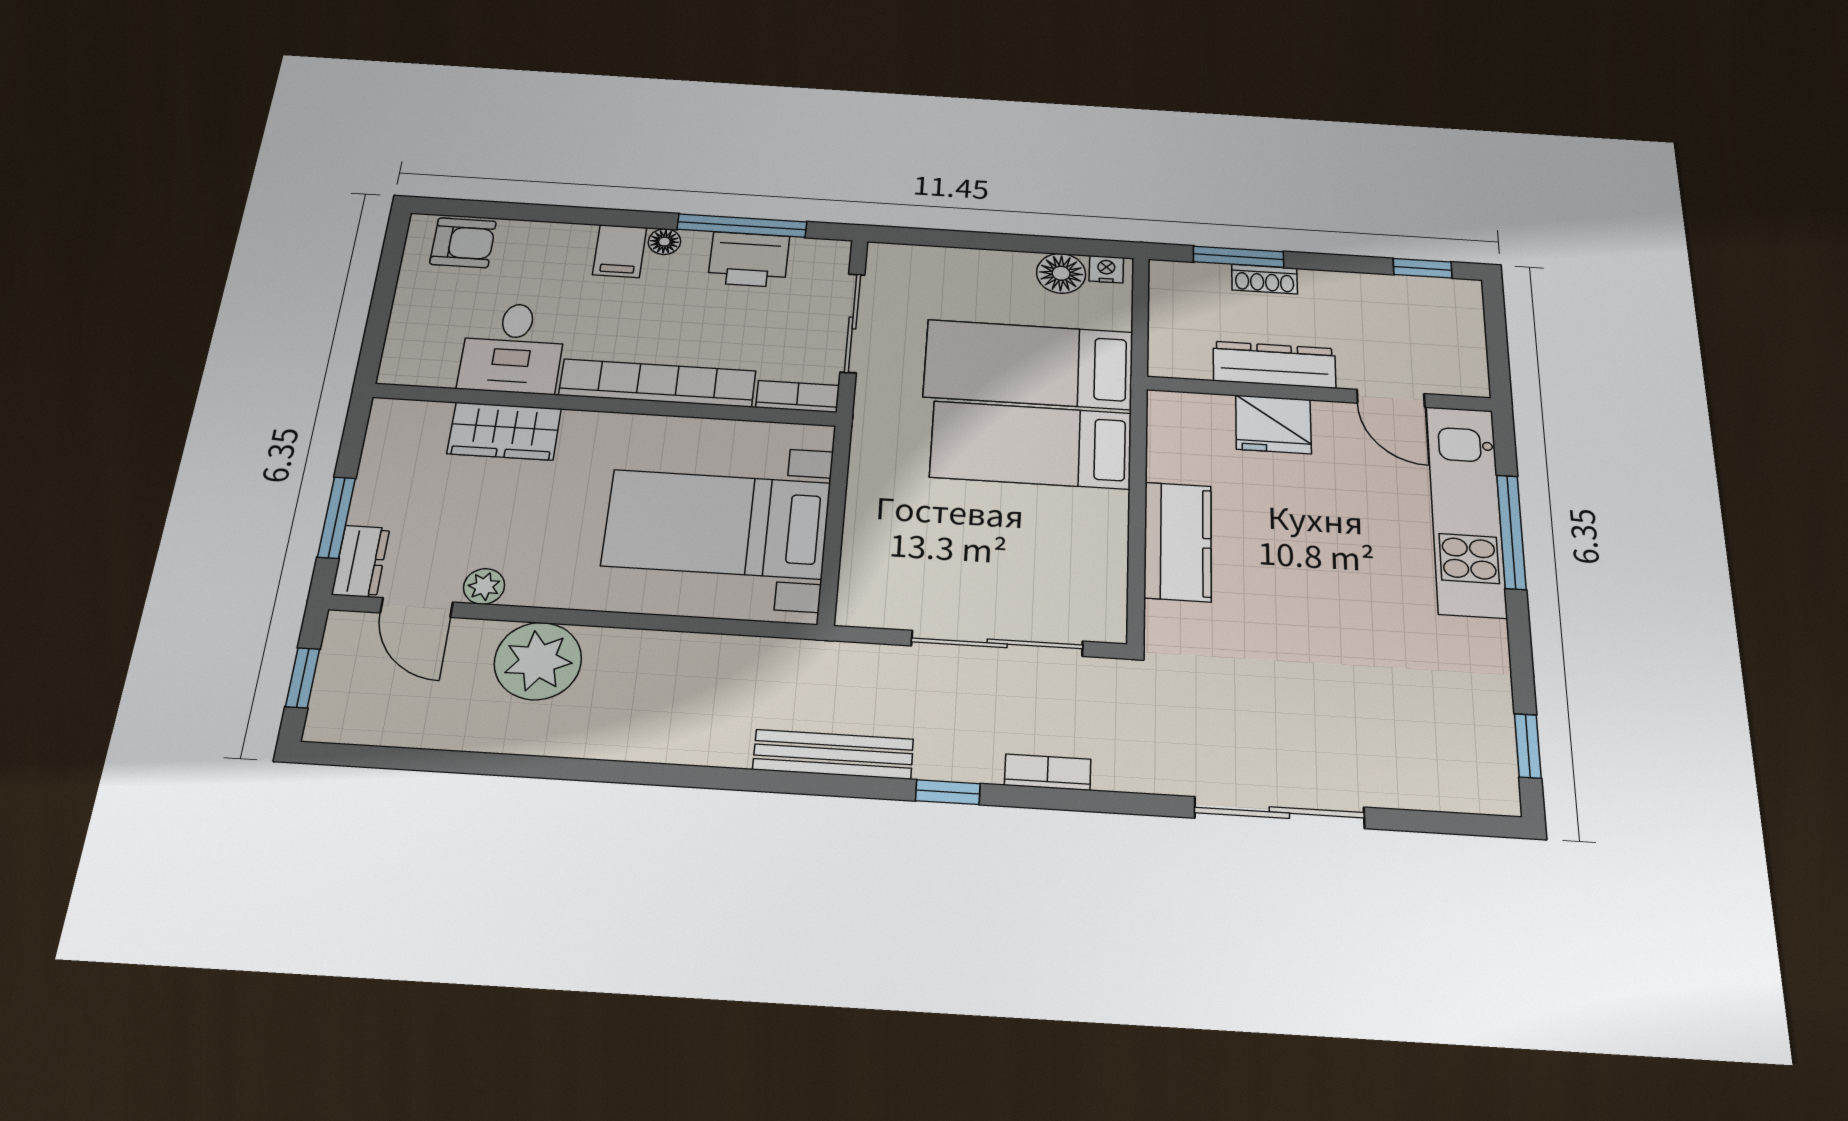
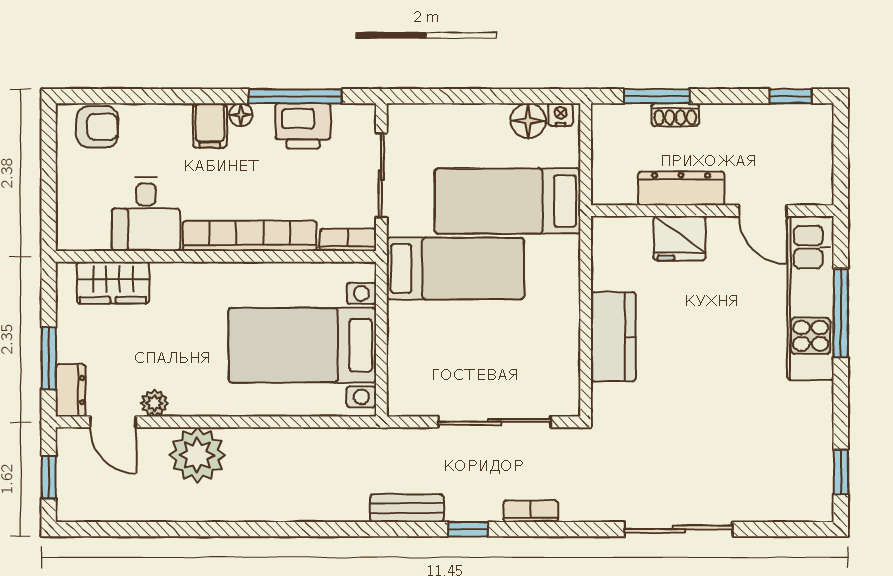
wardrobe: (504, 431) -> (113, 283), moved
bed: (1031, 445) -> (455, 269), moved, turned 180
bench: (833, 754) -> (407, 508), width x0.73

